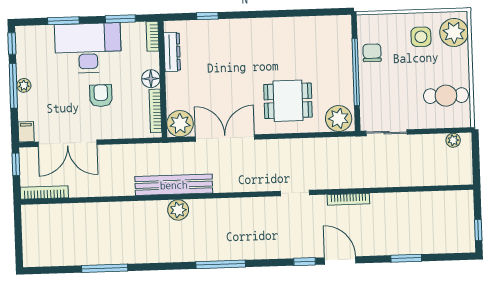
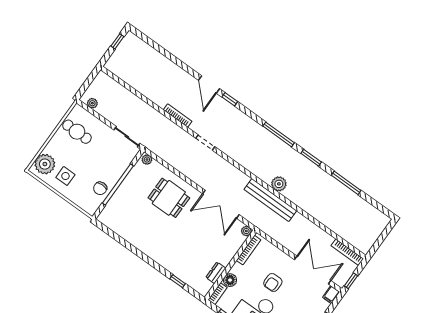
dresser: (172, 52) -> (216, 273), width x0.70
floor lamp: (151, 79) -> (230, 280), moved
plant: (339, 118) -> (147, 160), width x0.53, depth x0.53
plant: (180, 124) -> (246, 231), width x0.53, depth x0.53
window: (406, 258) -> (311, 158), moved

